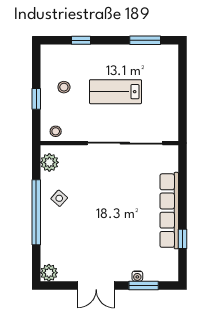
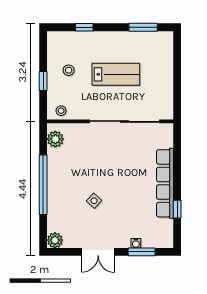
lab bench: (115, 92) -> (116, 74), turned 180
side table: (59, 198) -> (94, 201), moved

